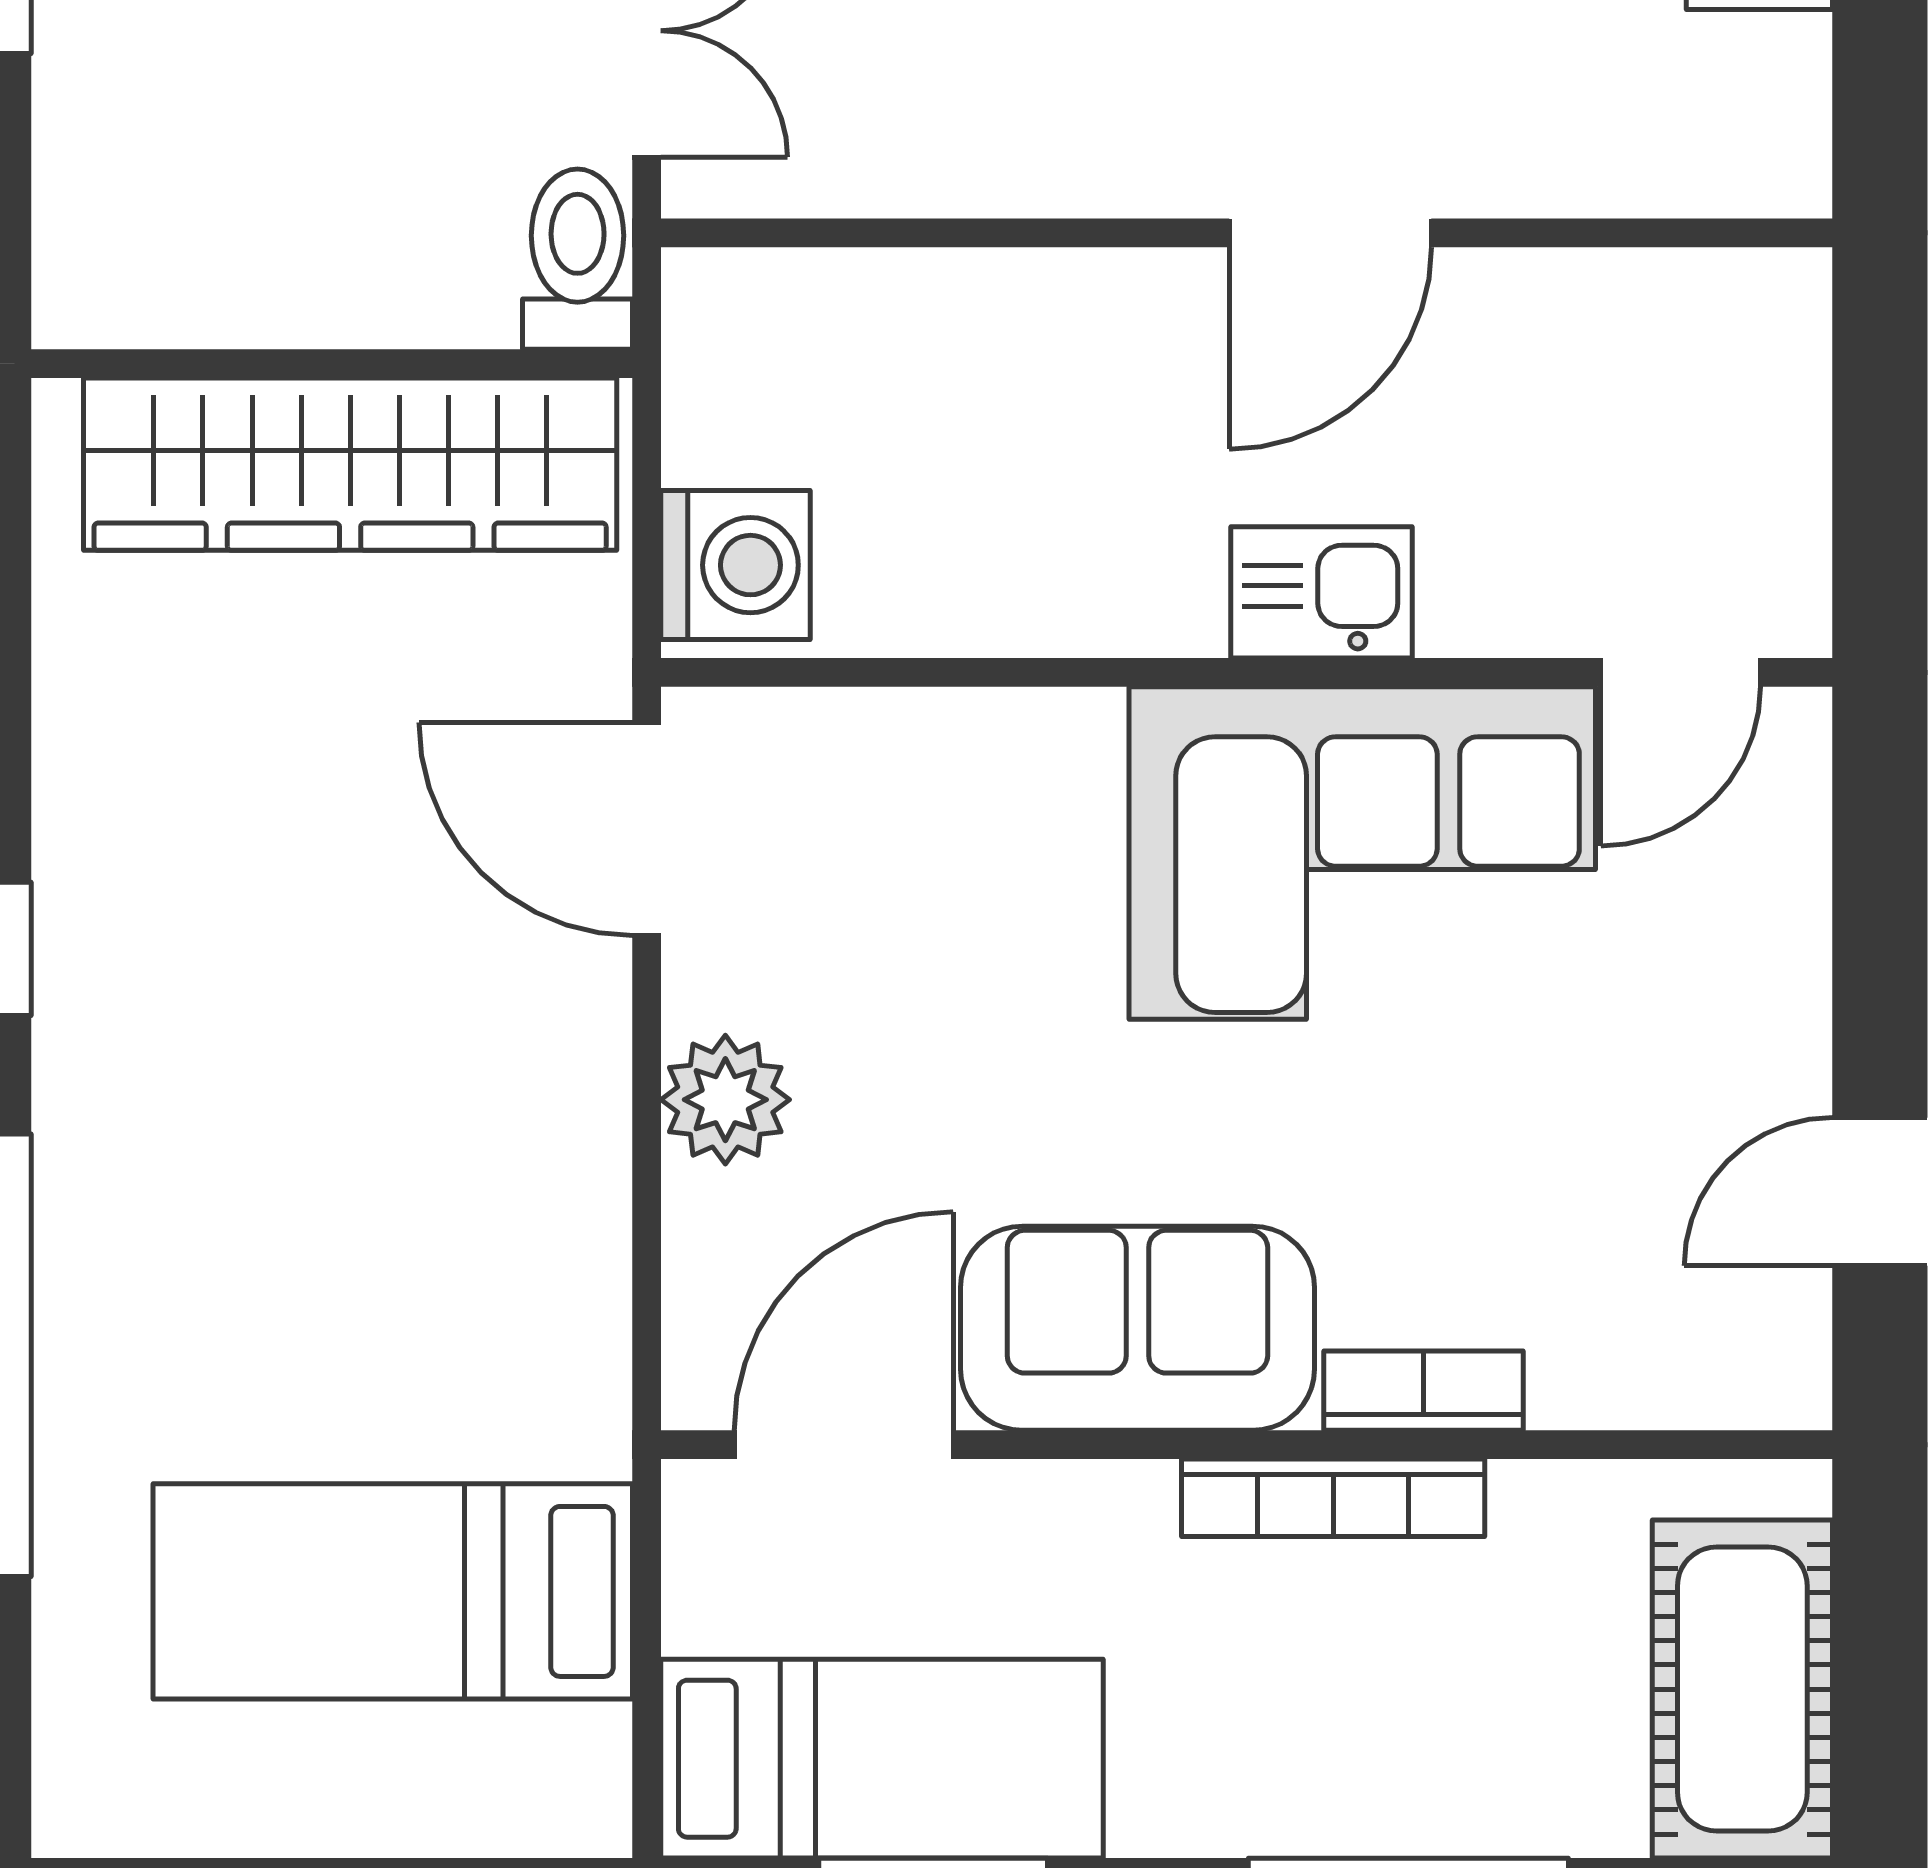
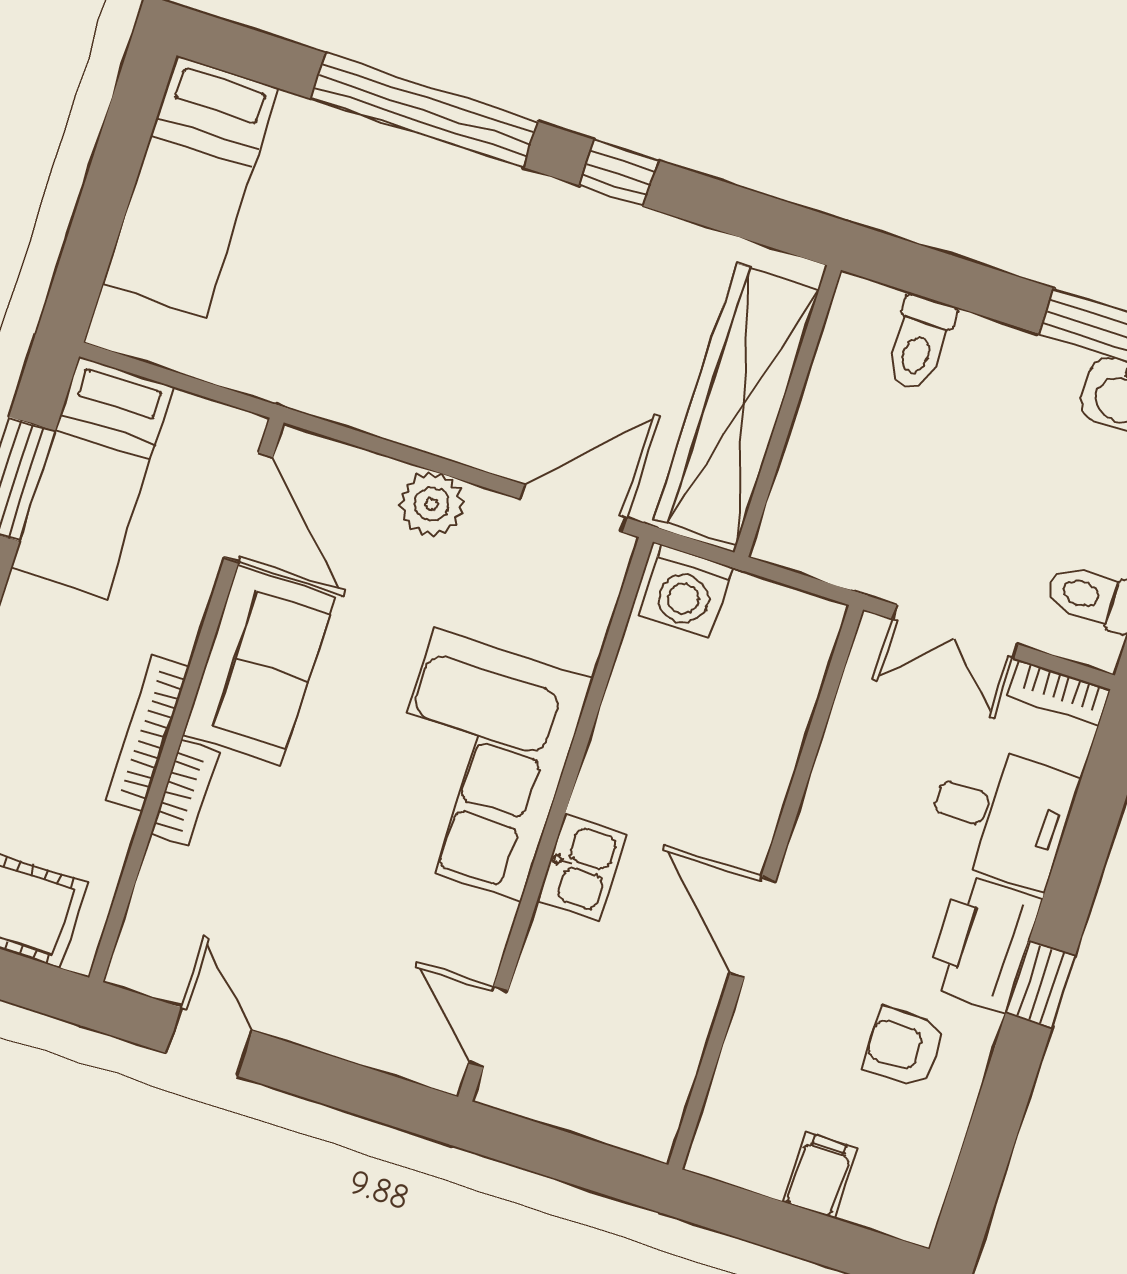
toilet: (578, 259) -> (919, 343), moved, turned 90
wall: (332, 364) -> (788, 411), moved
wardrobe: (350, 464) -> (737, 404), moved
corner sofa: (1362, 853) -> (478, 765), moved
bed: (393, 1591) -> (191, 186), moved, turned 180

